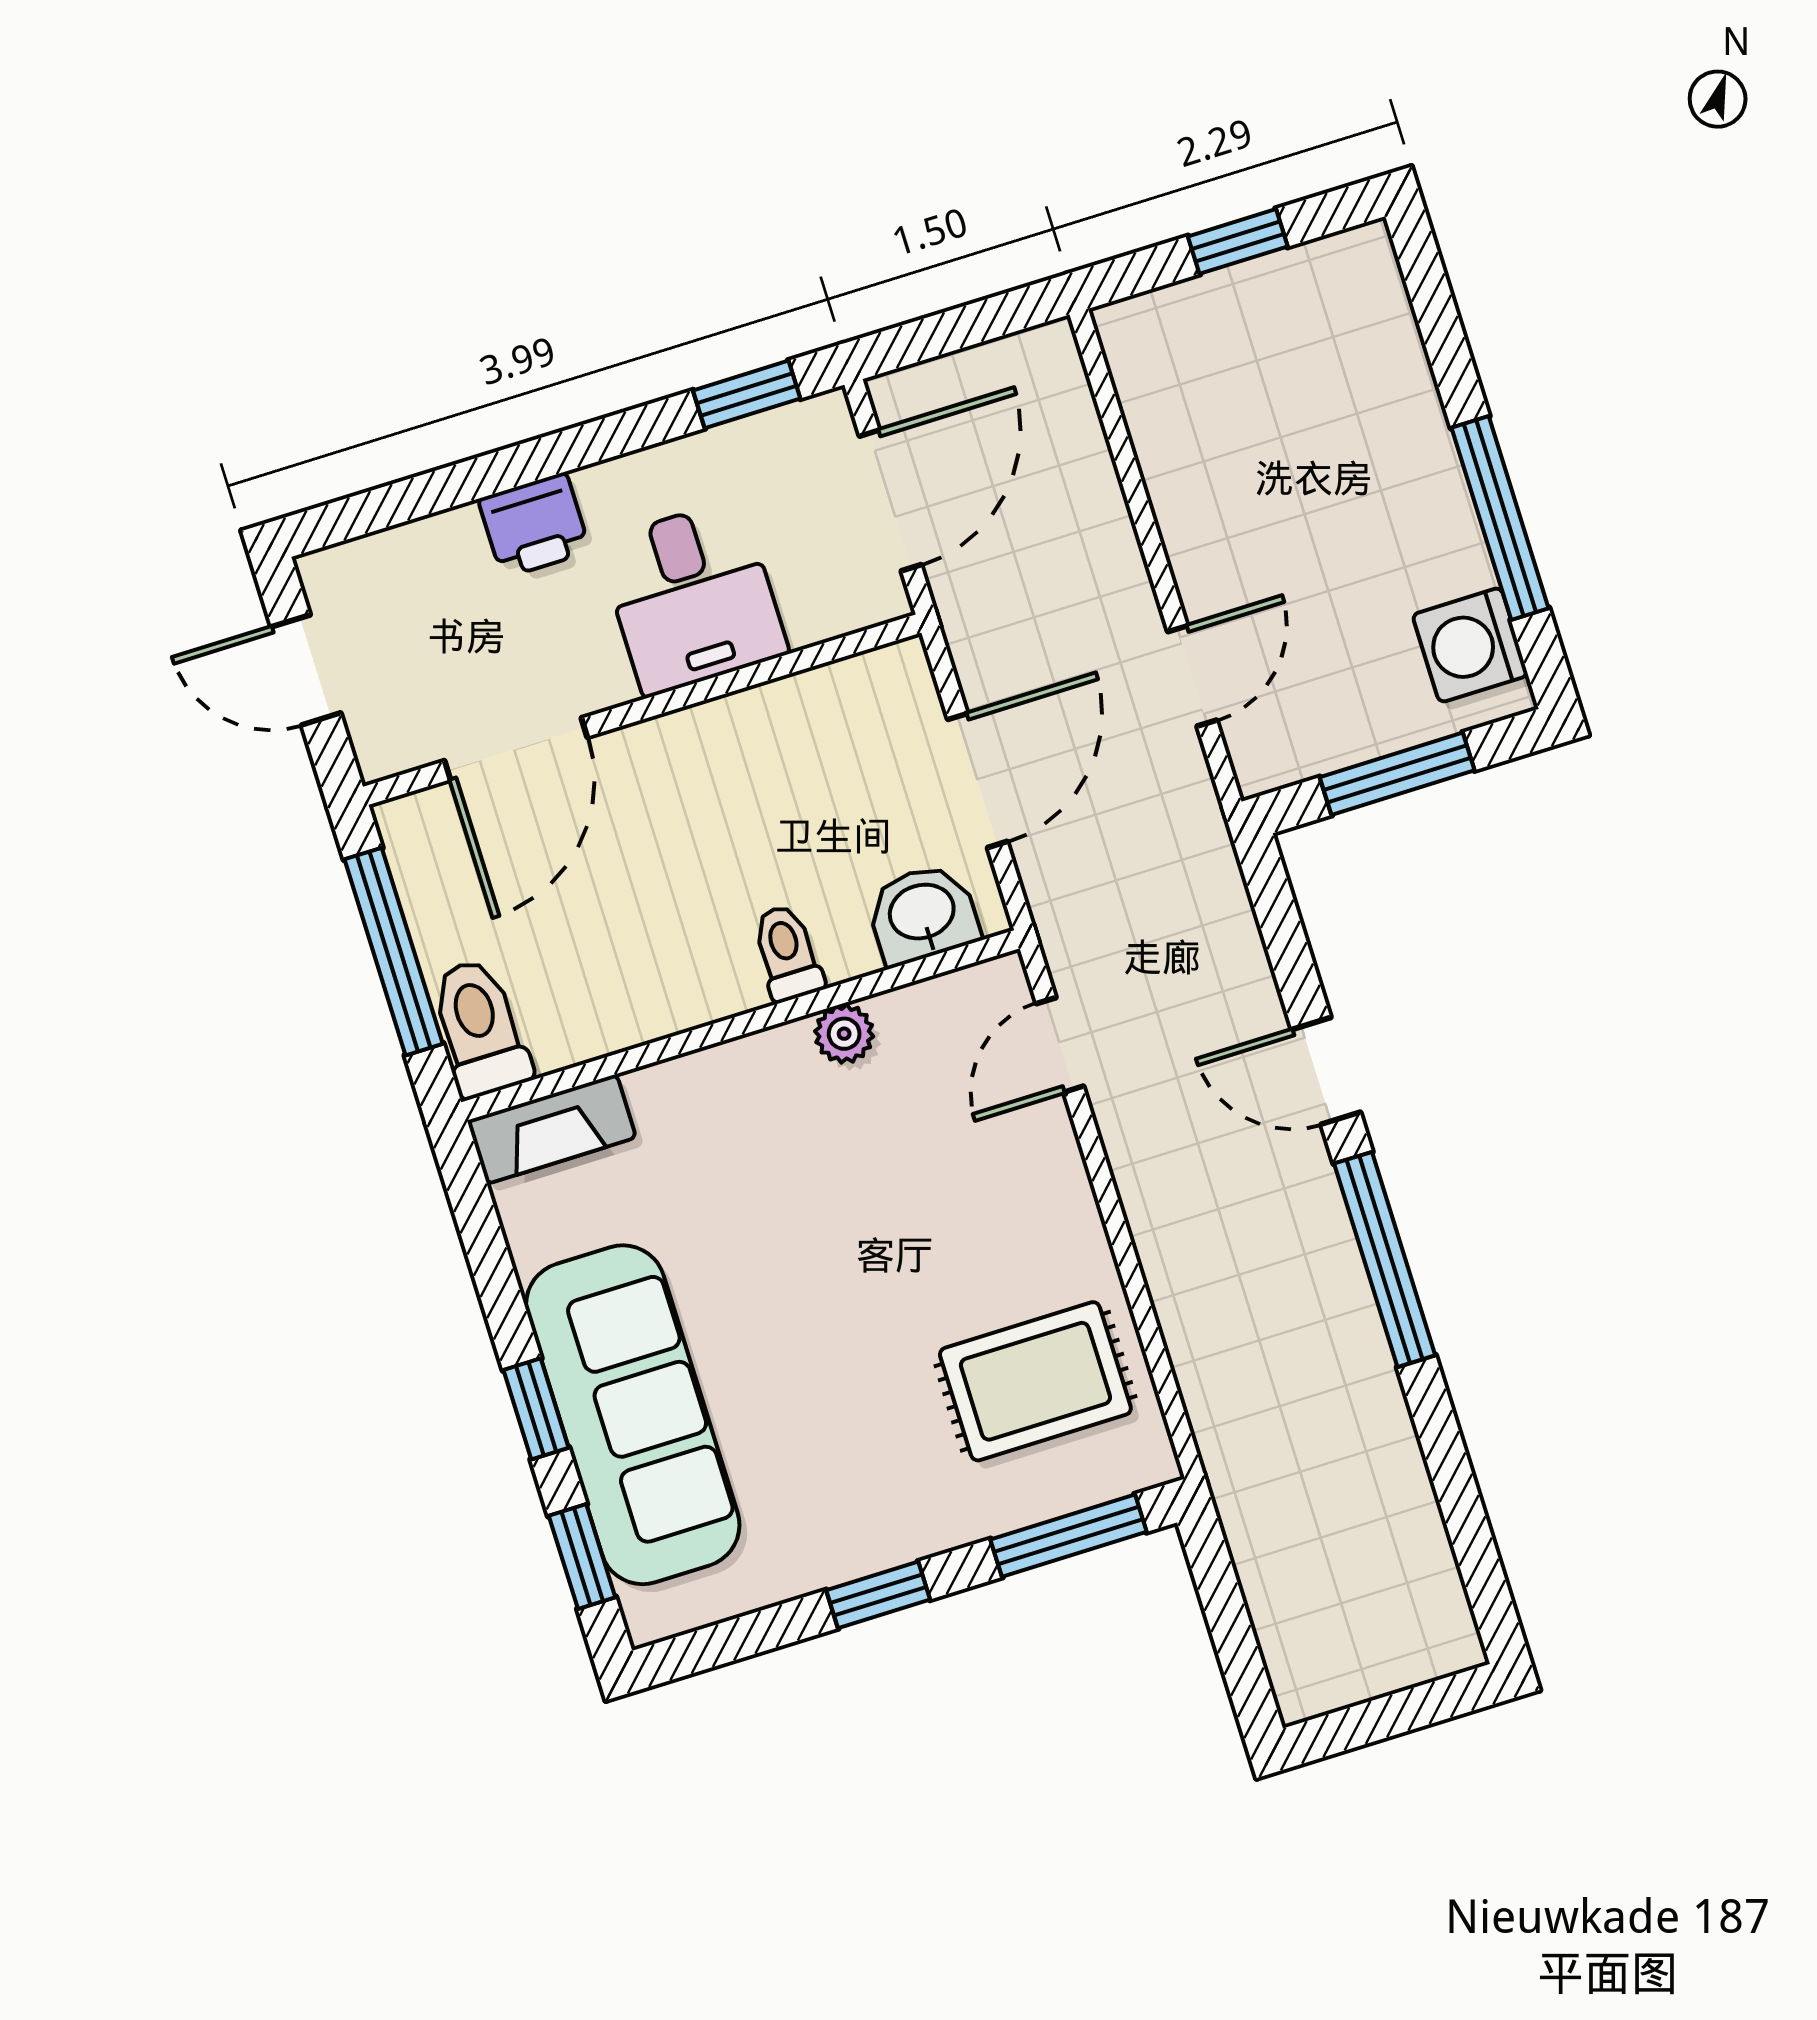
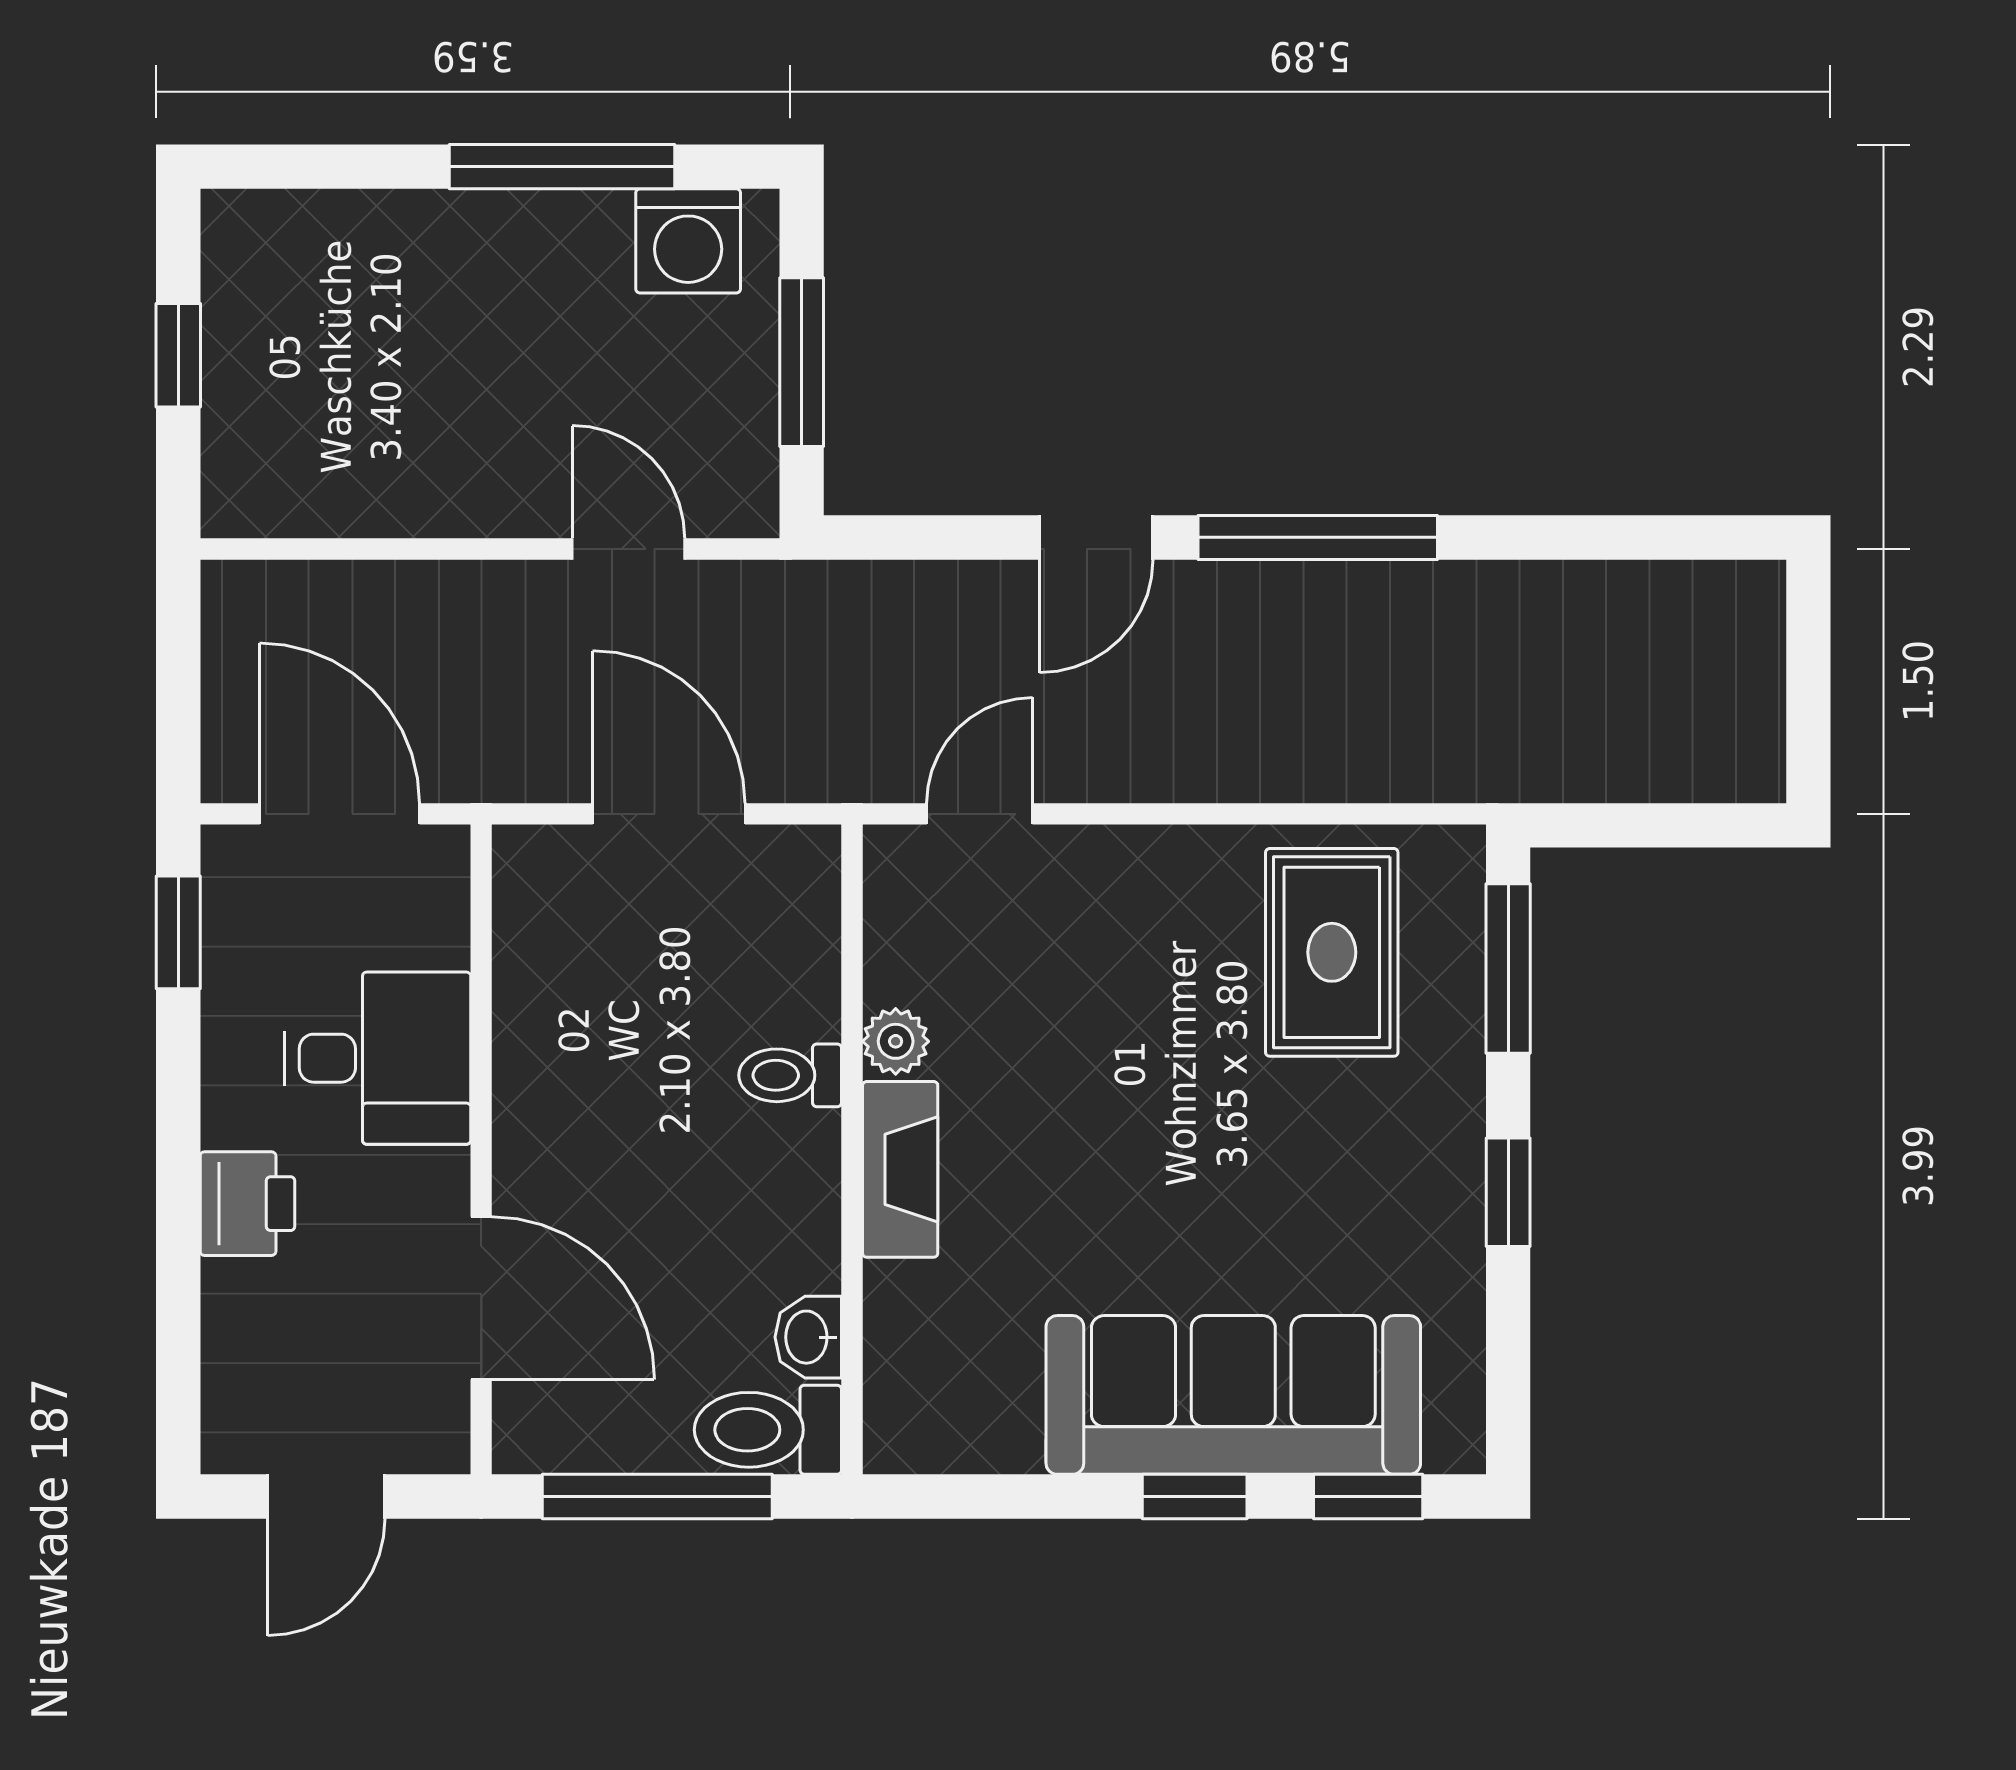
washbasin: (922, 914) -> (808, 1337), moved, width x0.72, depth x0.69
door: (1060, 1045) -> (980, 814), swing flipped
fireplace: (552, 1129) -> (900, 1169), moved

